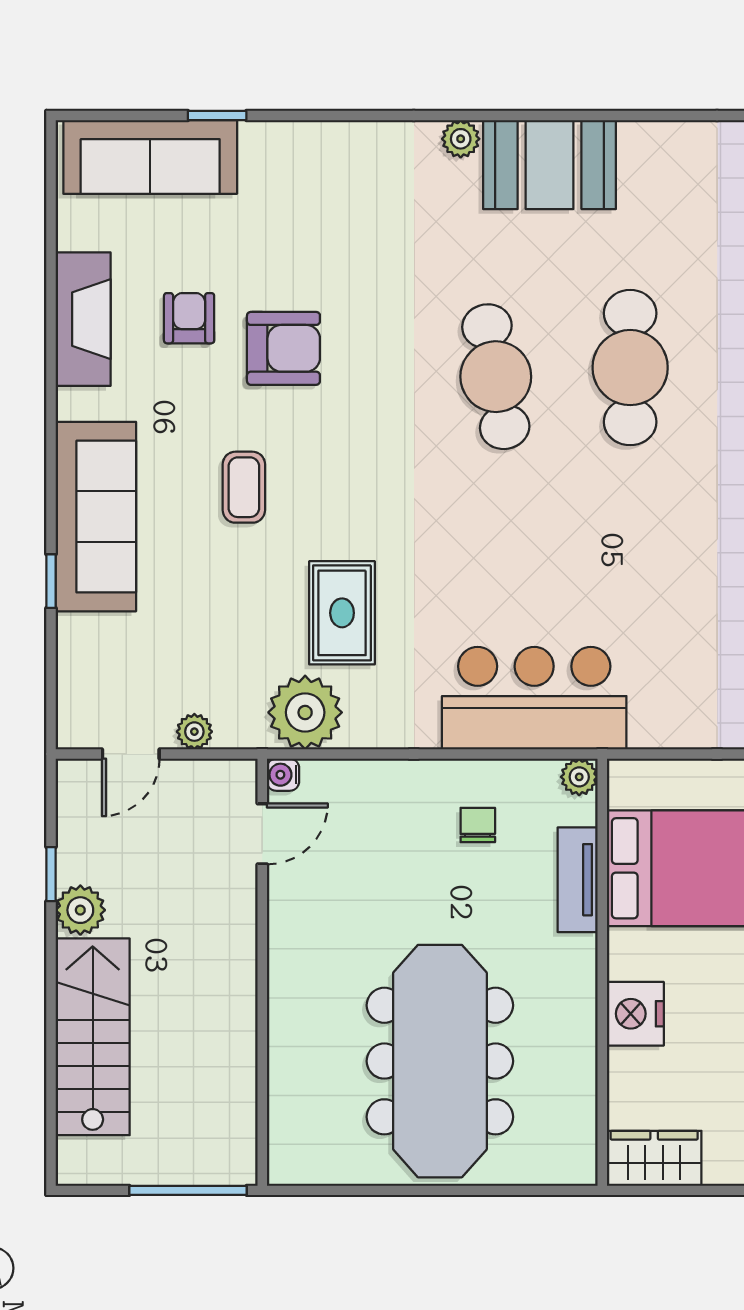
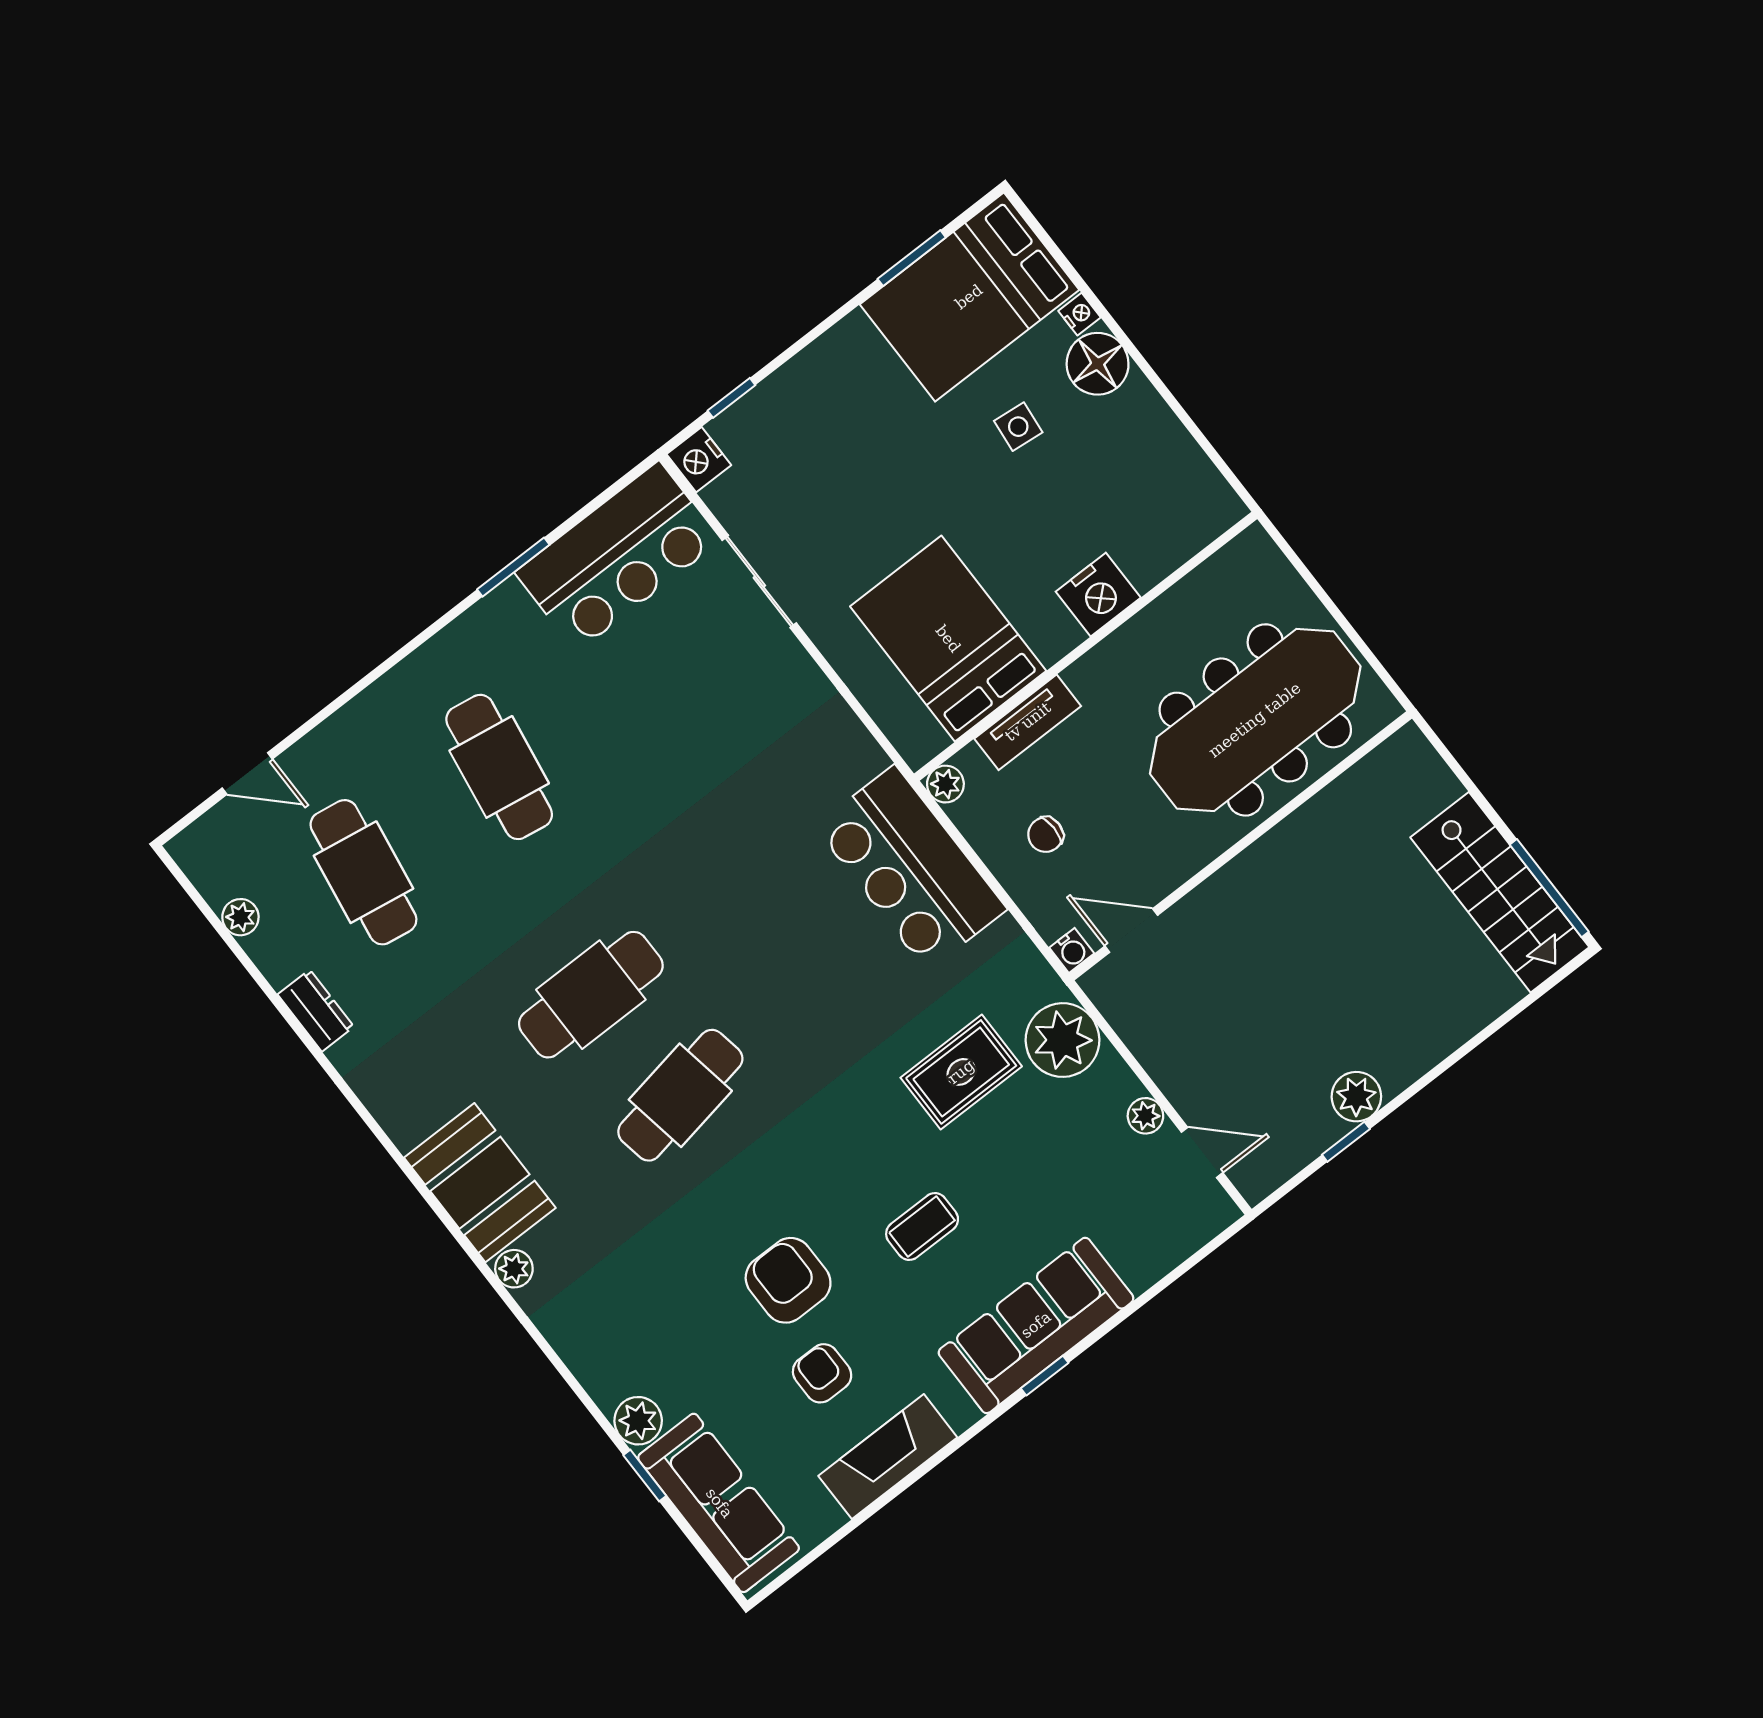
plant: (264, 144) -> (638, 1421), added
armchair: (189, 318) -> (822, 1373), turned 90
window: (51, 581) -> (1045, 1376), moved
water cooler: (283, 775) -> (1072, 950), moved
door: (262, 834) -> (1131, 931), moved
wall: (262, 972) -> (1240, 846), moved
stairs: (93, 1037) -> (1500, 892), moved, turned -90
wardrobe: (654, 1158) -> (1201, 491), removed
window: (188, 1190) -> (1549, 888), moved

